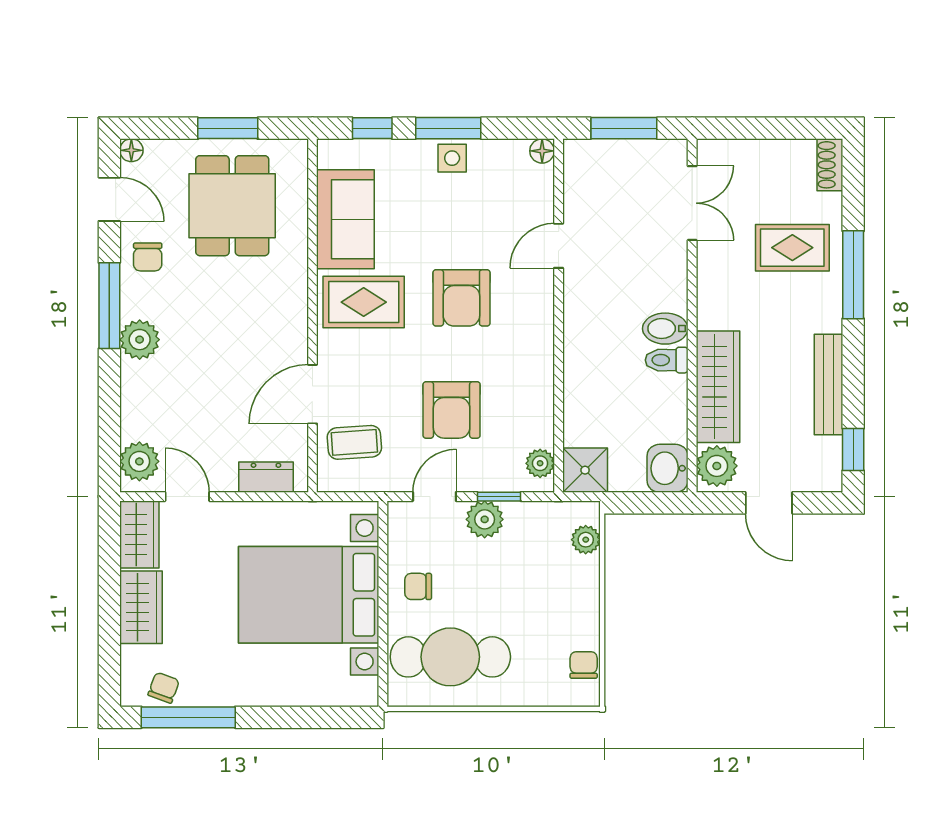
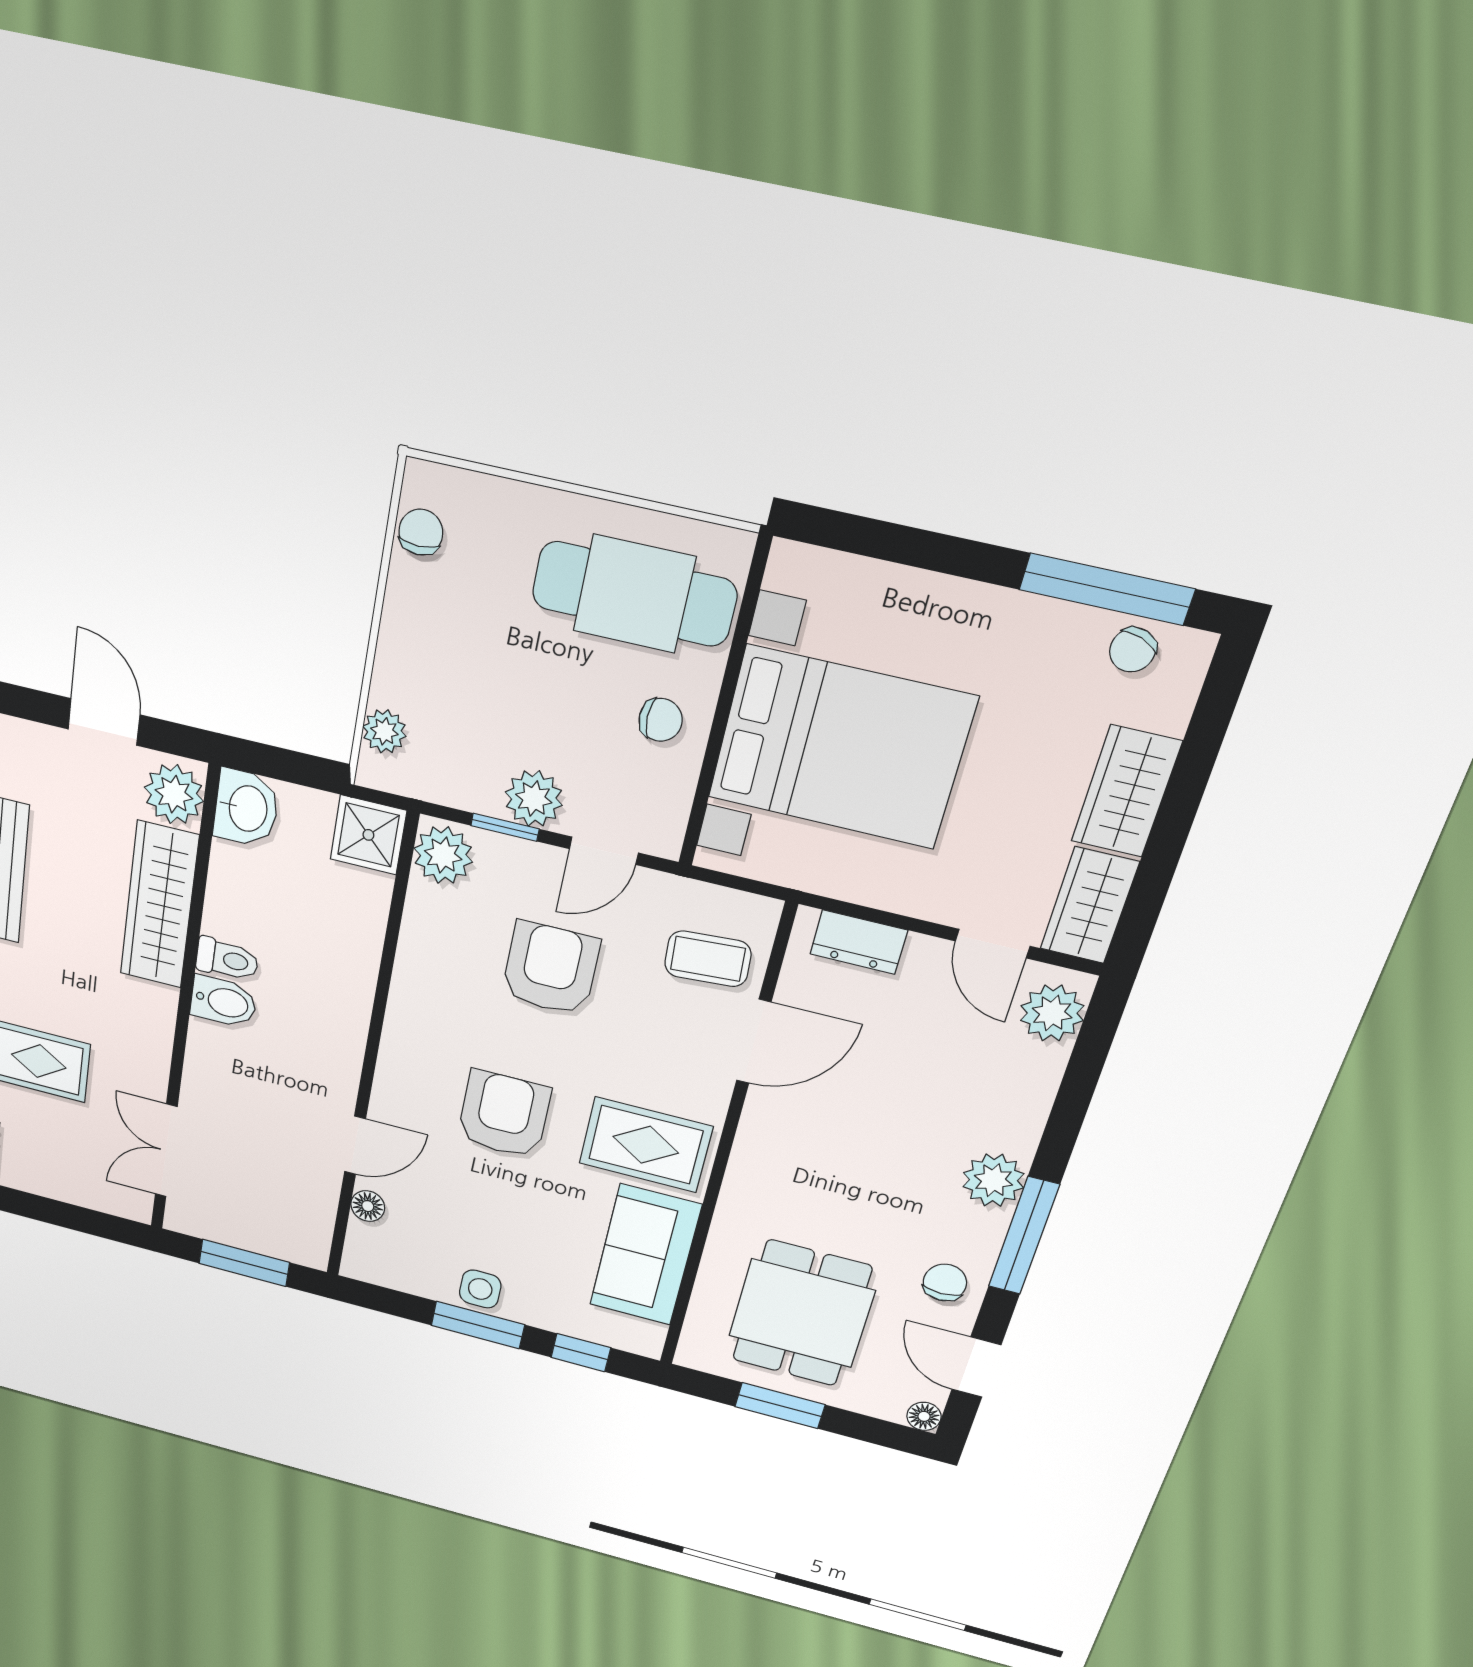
floor lamp: (542, 151) -> (368, 1206), moved
plant: (540, 463) -> (443, 855), width x1.38, depth x1.38
chair: (584, 665) -> (421, 532), turned 180

